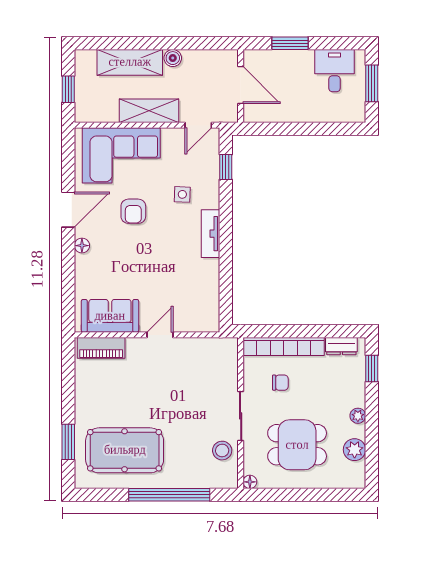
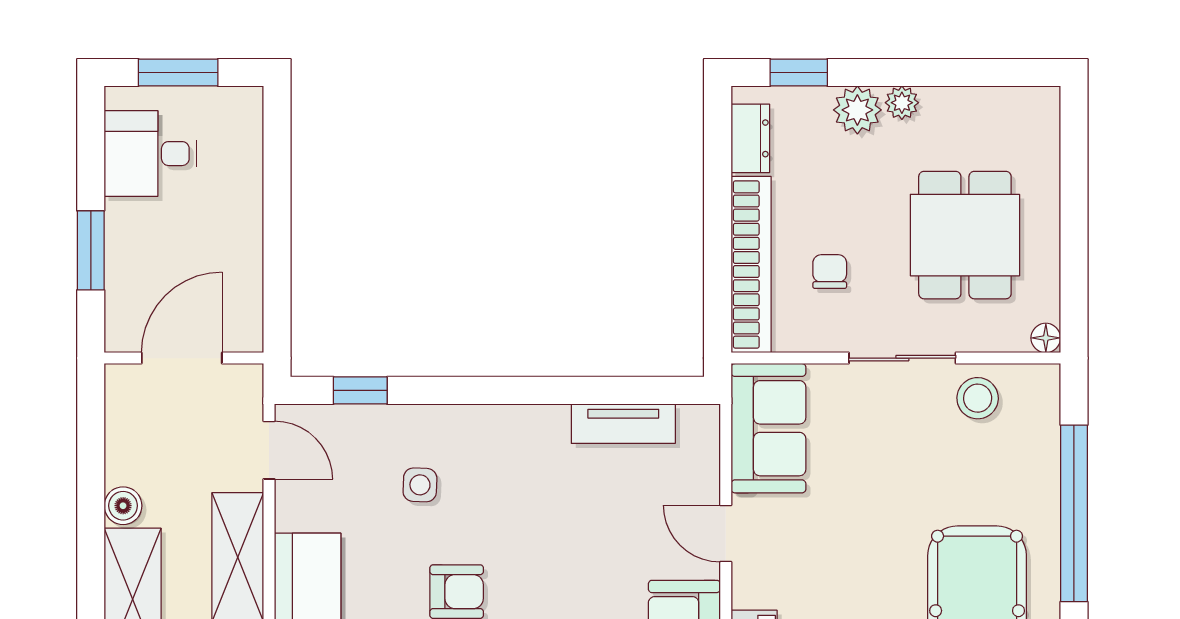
tv unit: (210, 234) -> (623, 424), moved
sofa: (208, 354) -> (768, 428), added
plant: (355, 450) -> (857, 110), moved

